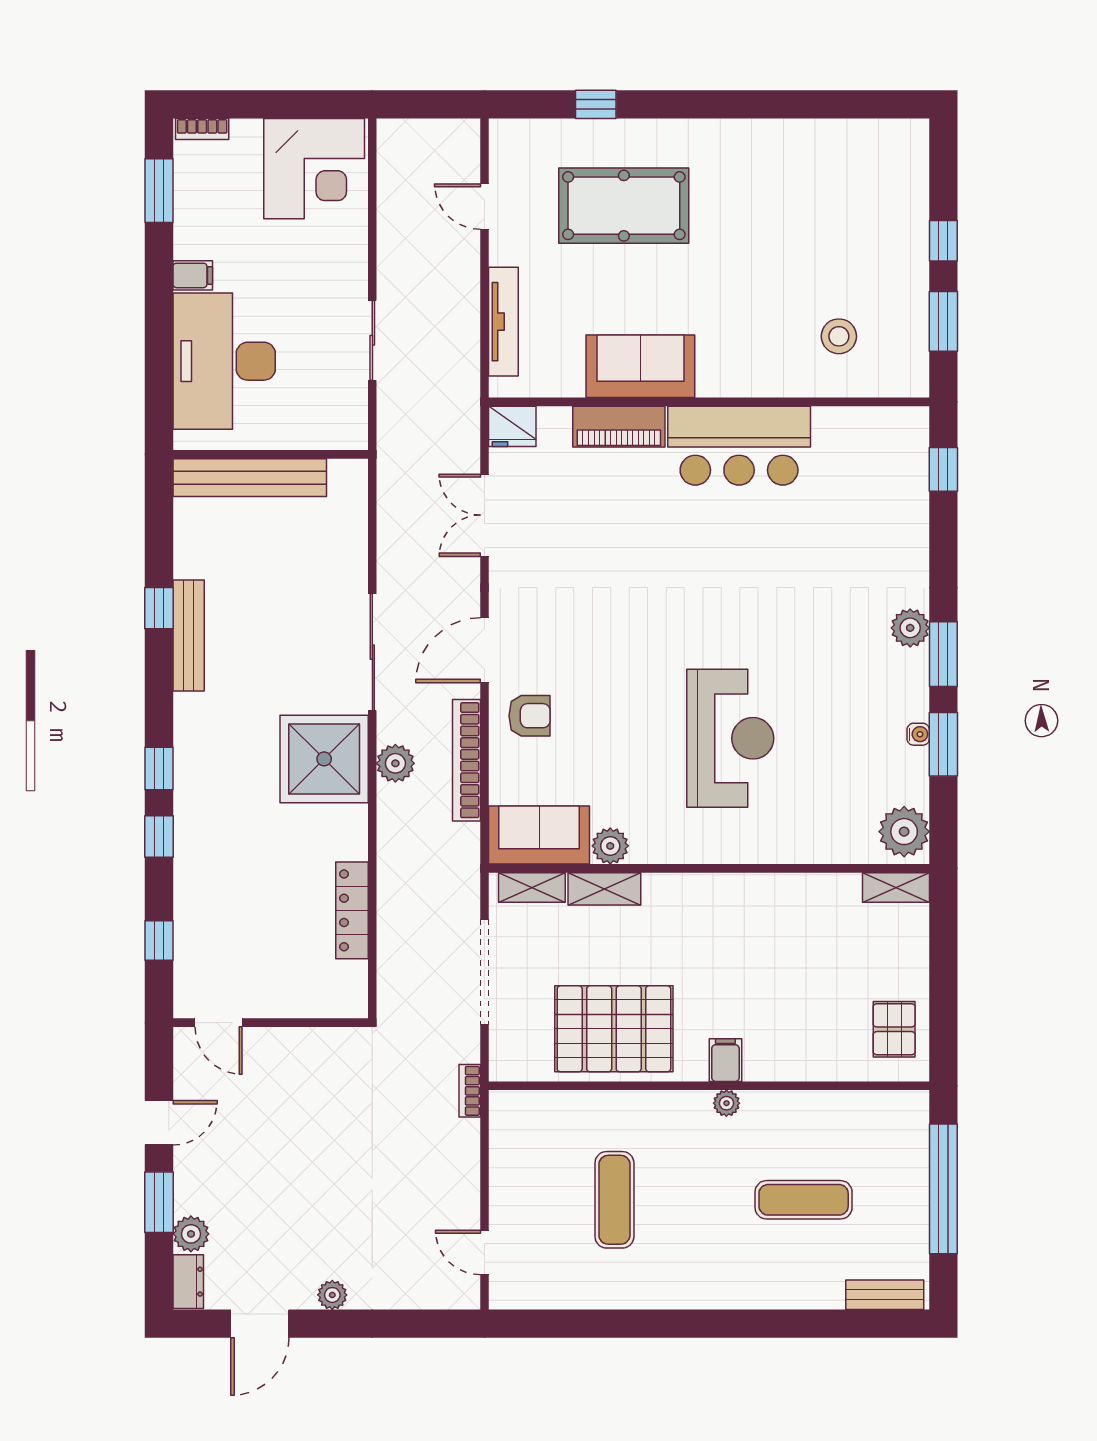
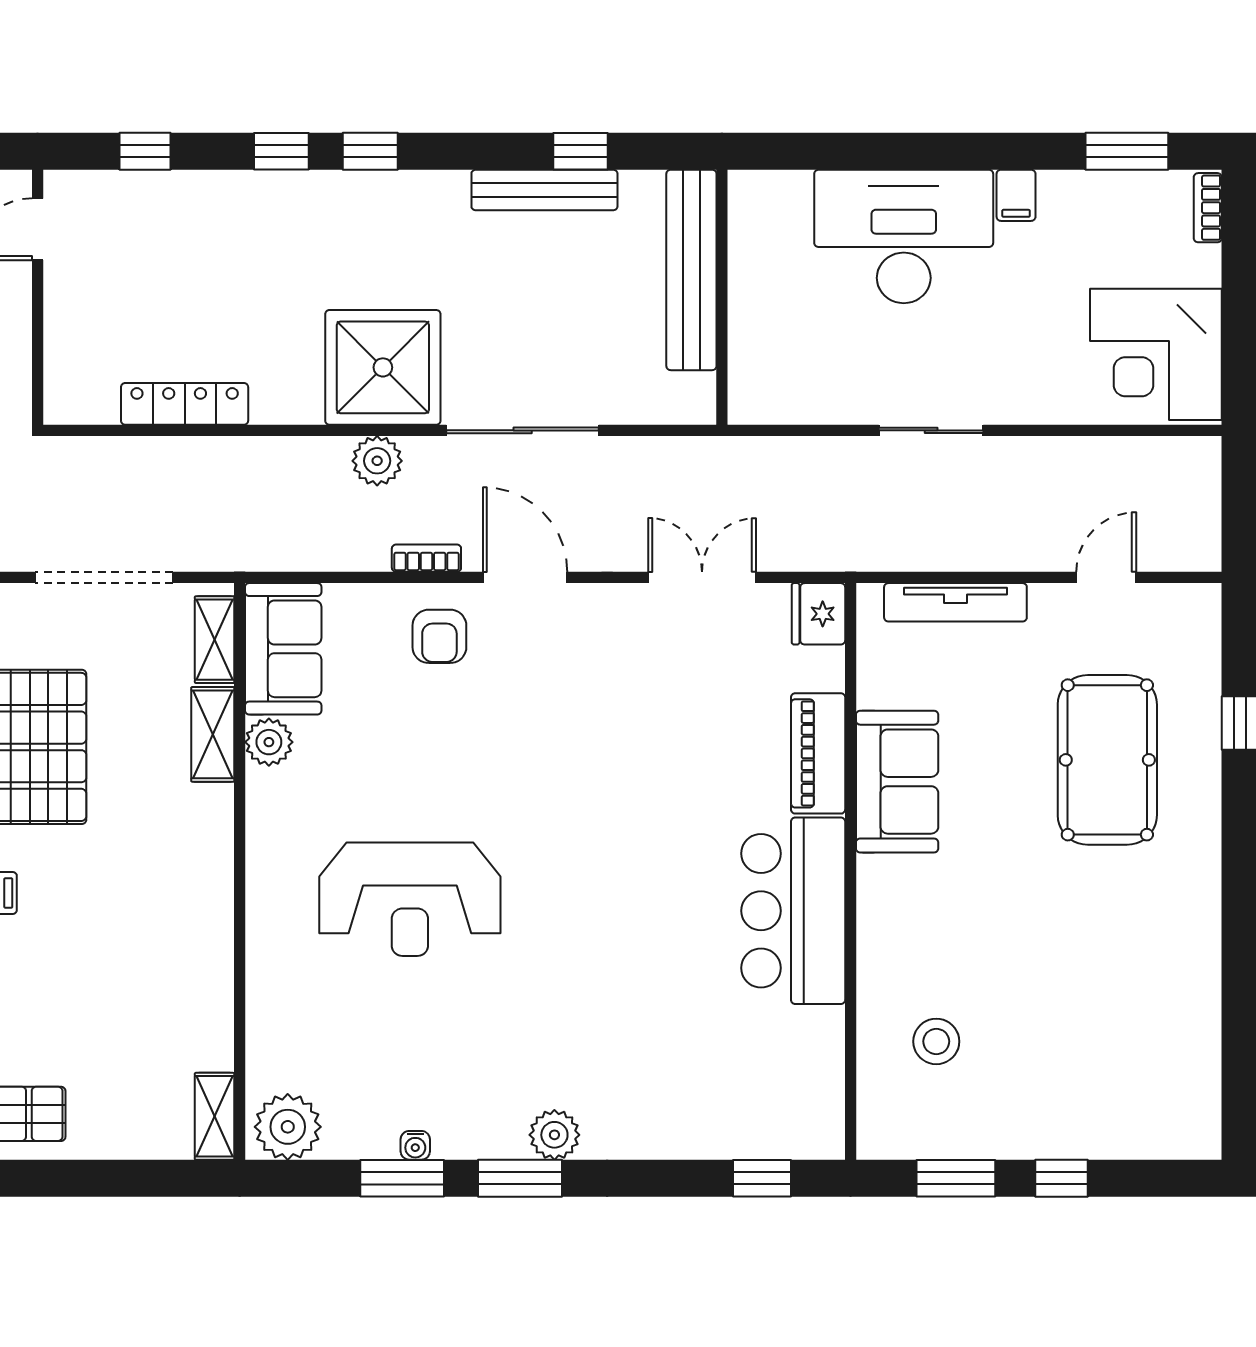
wall: (271, 454) -> (722, 297), moved
bench: (250, 478) -> (691, 270), moved
bookcase: (466, 760) -> (426, 558), width x0.43, depth x0.76

